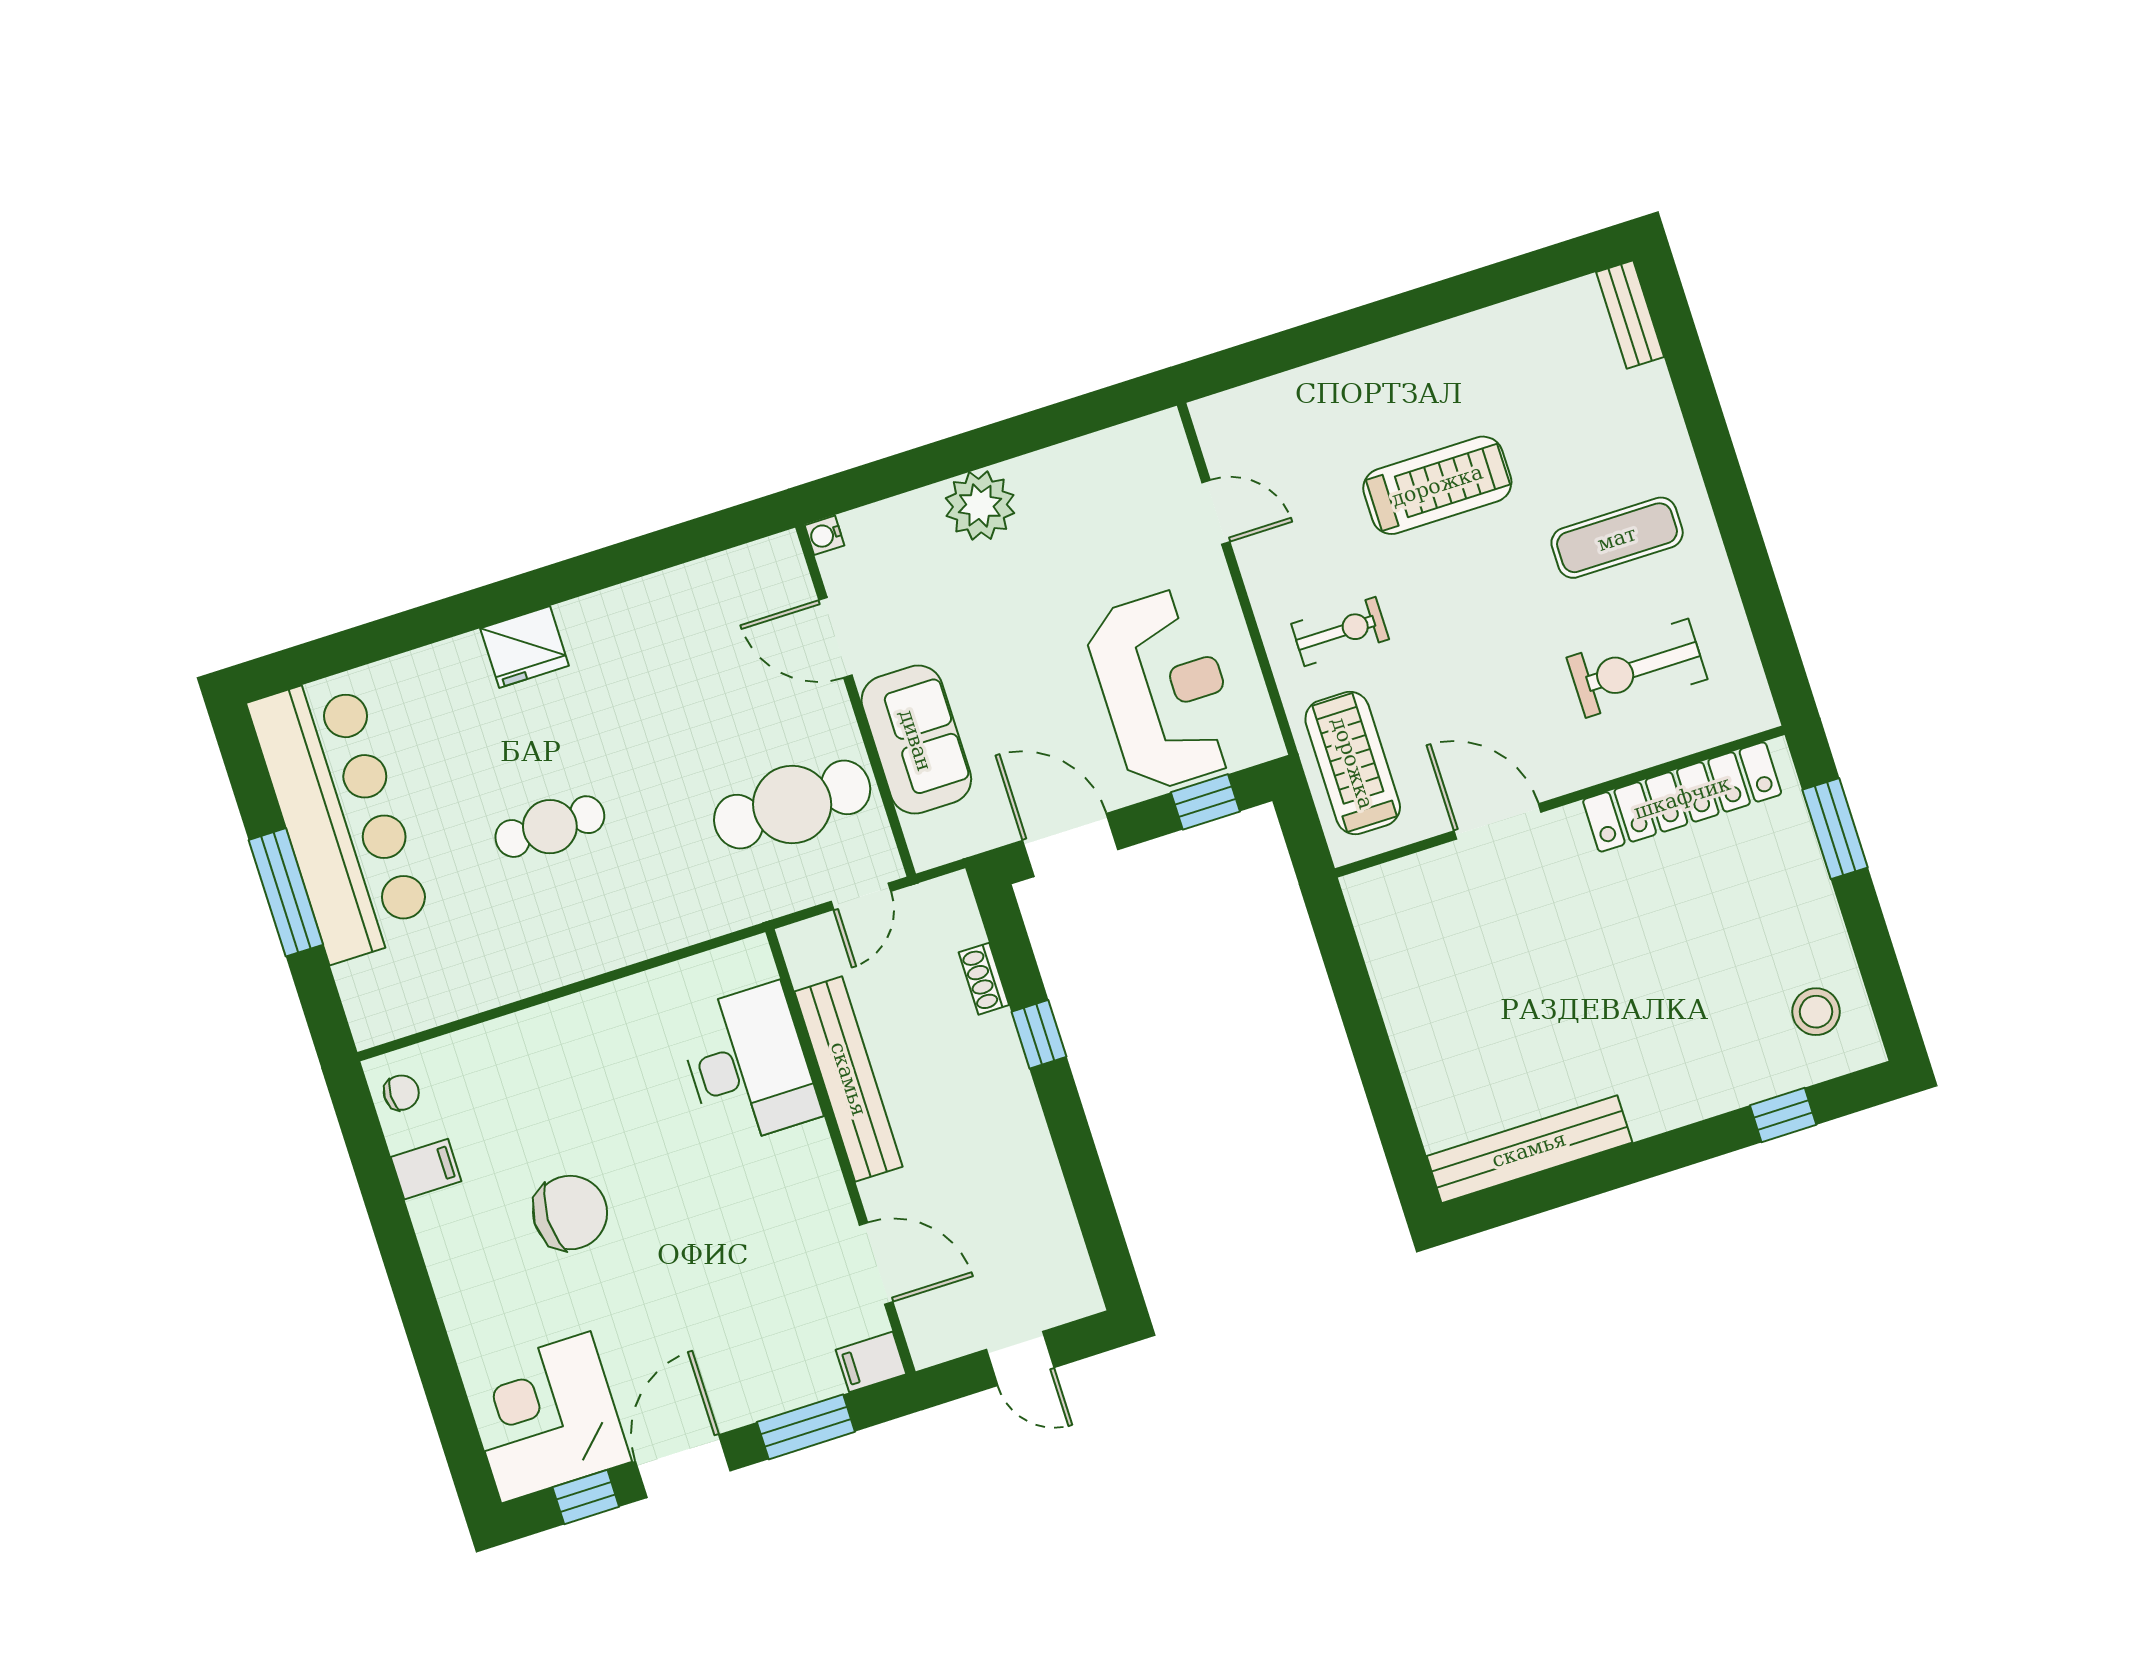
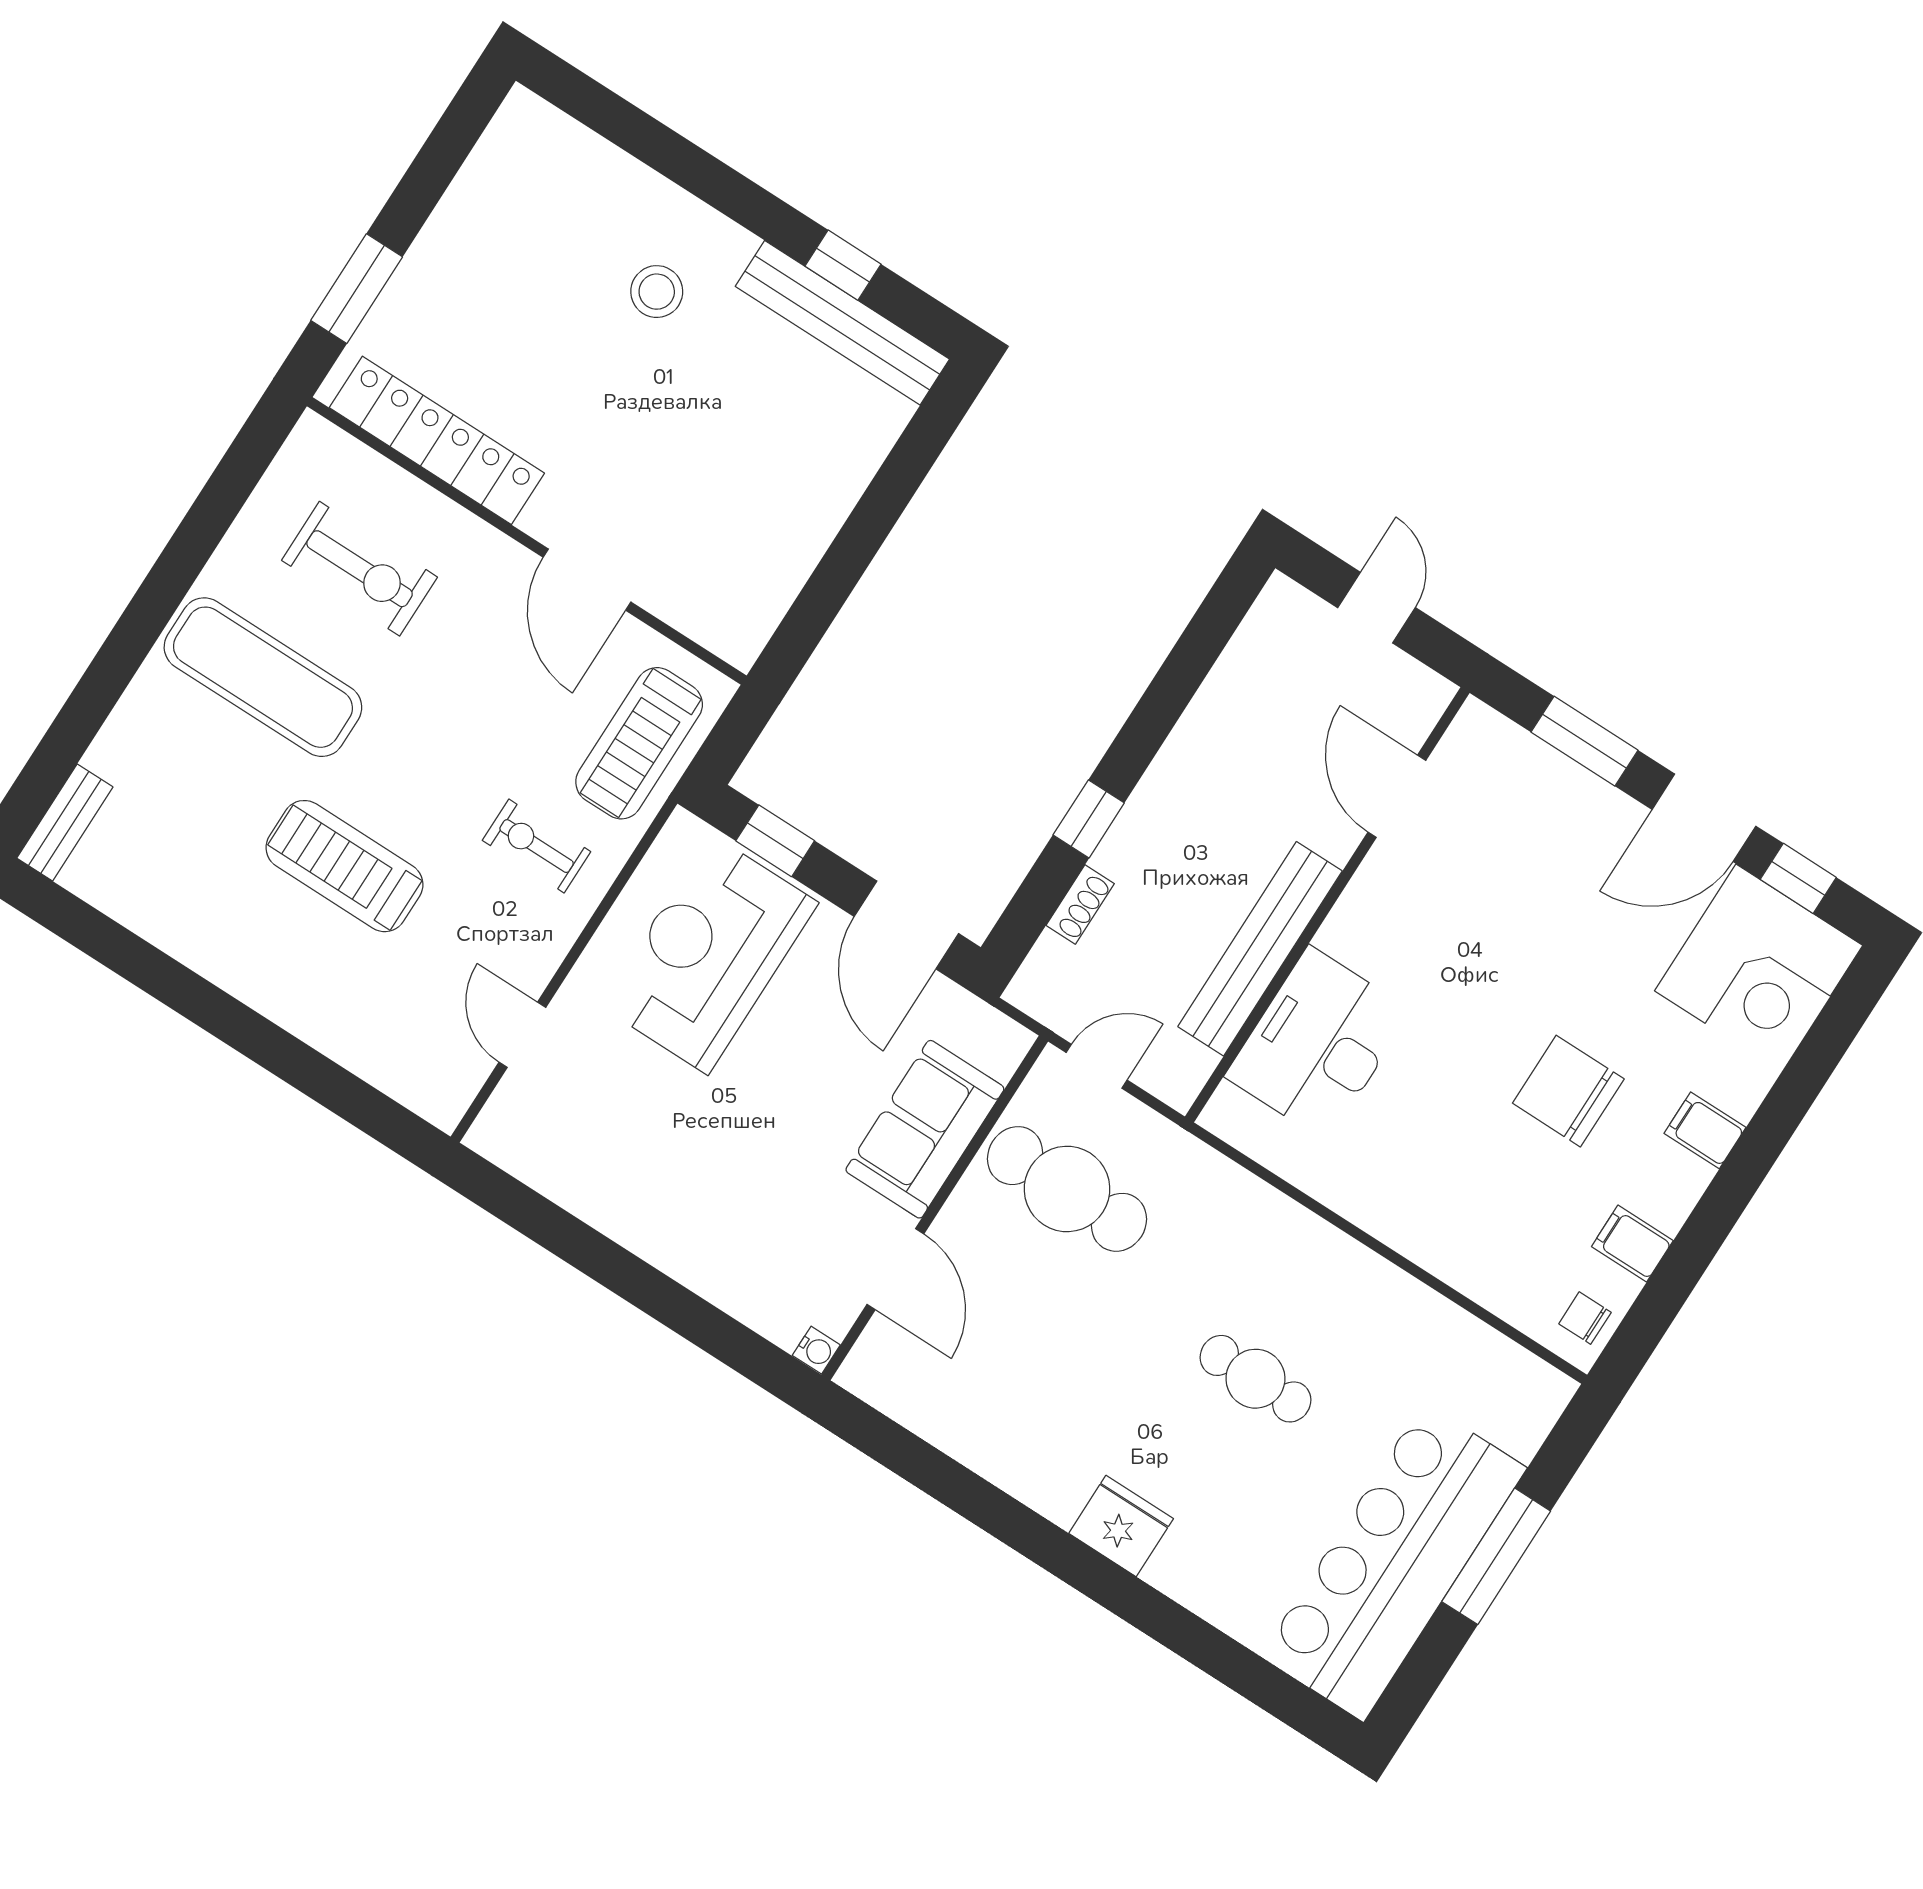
plant: (980, 506) -> (682, 1239), removed
exercise mat: (1617, 538) -> (263, 677), width x1.36, depth x1.45
stool: (1816, 1012) -> (657, 292), moved
window: (1783, 1115) -> (843, 265), moved
filing cabinet: (871, 1362) -> (1705, 1130), moved, turned 180

